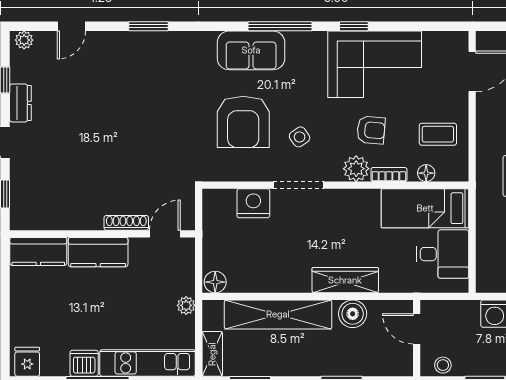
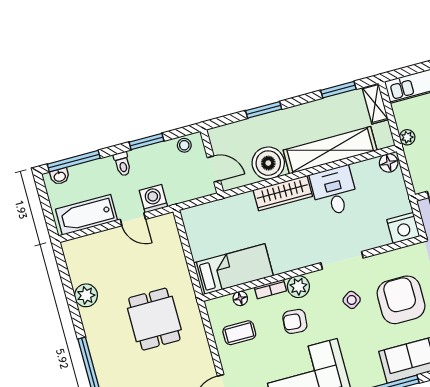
nightstand: (253, 203) -> (403, 228), moved
desk: (442, 254) -> (334, 191), moved, turned 90
boiler: (353, 314) -> (268, 163), width x1.37, depth x1.37

